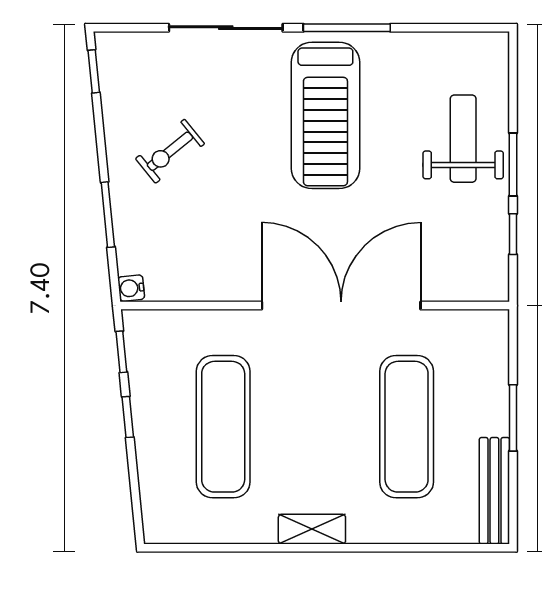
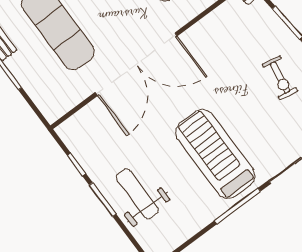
weight bench: (463, 139) -> (137, 194), turned 180
exercise bike: (170, 151) -> (280, 78), turned 139

